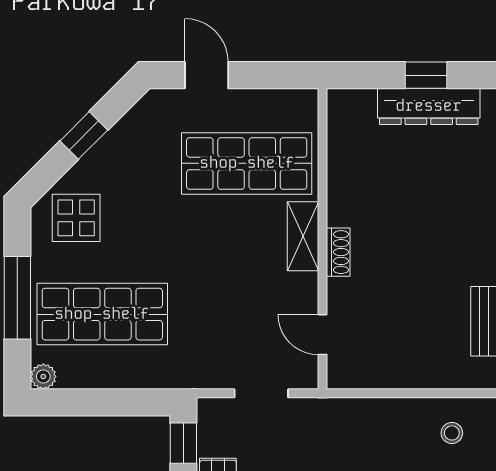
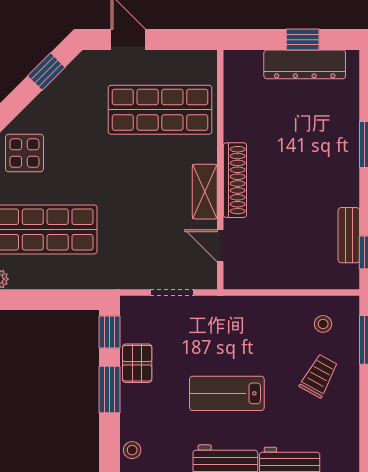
window: (84, 135) -> (46, 72), moved
shelving: (303, 236) -> (205, 192), moved
shoe rack: (338, 252) -> (235, 180), width x1.94, depth x1.24

